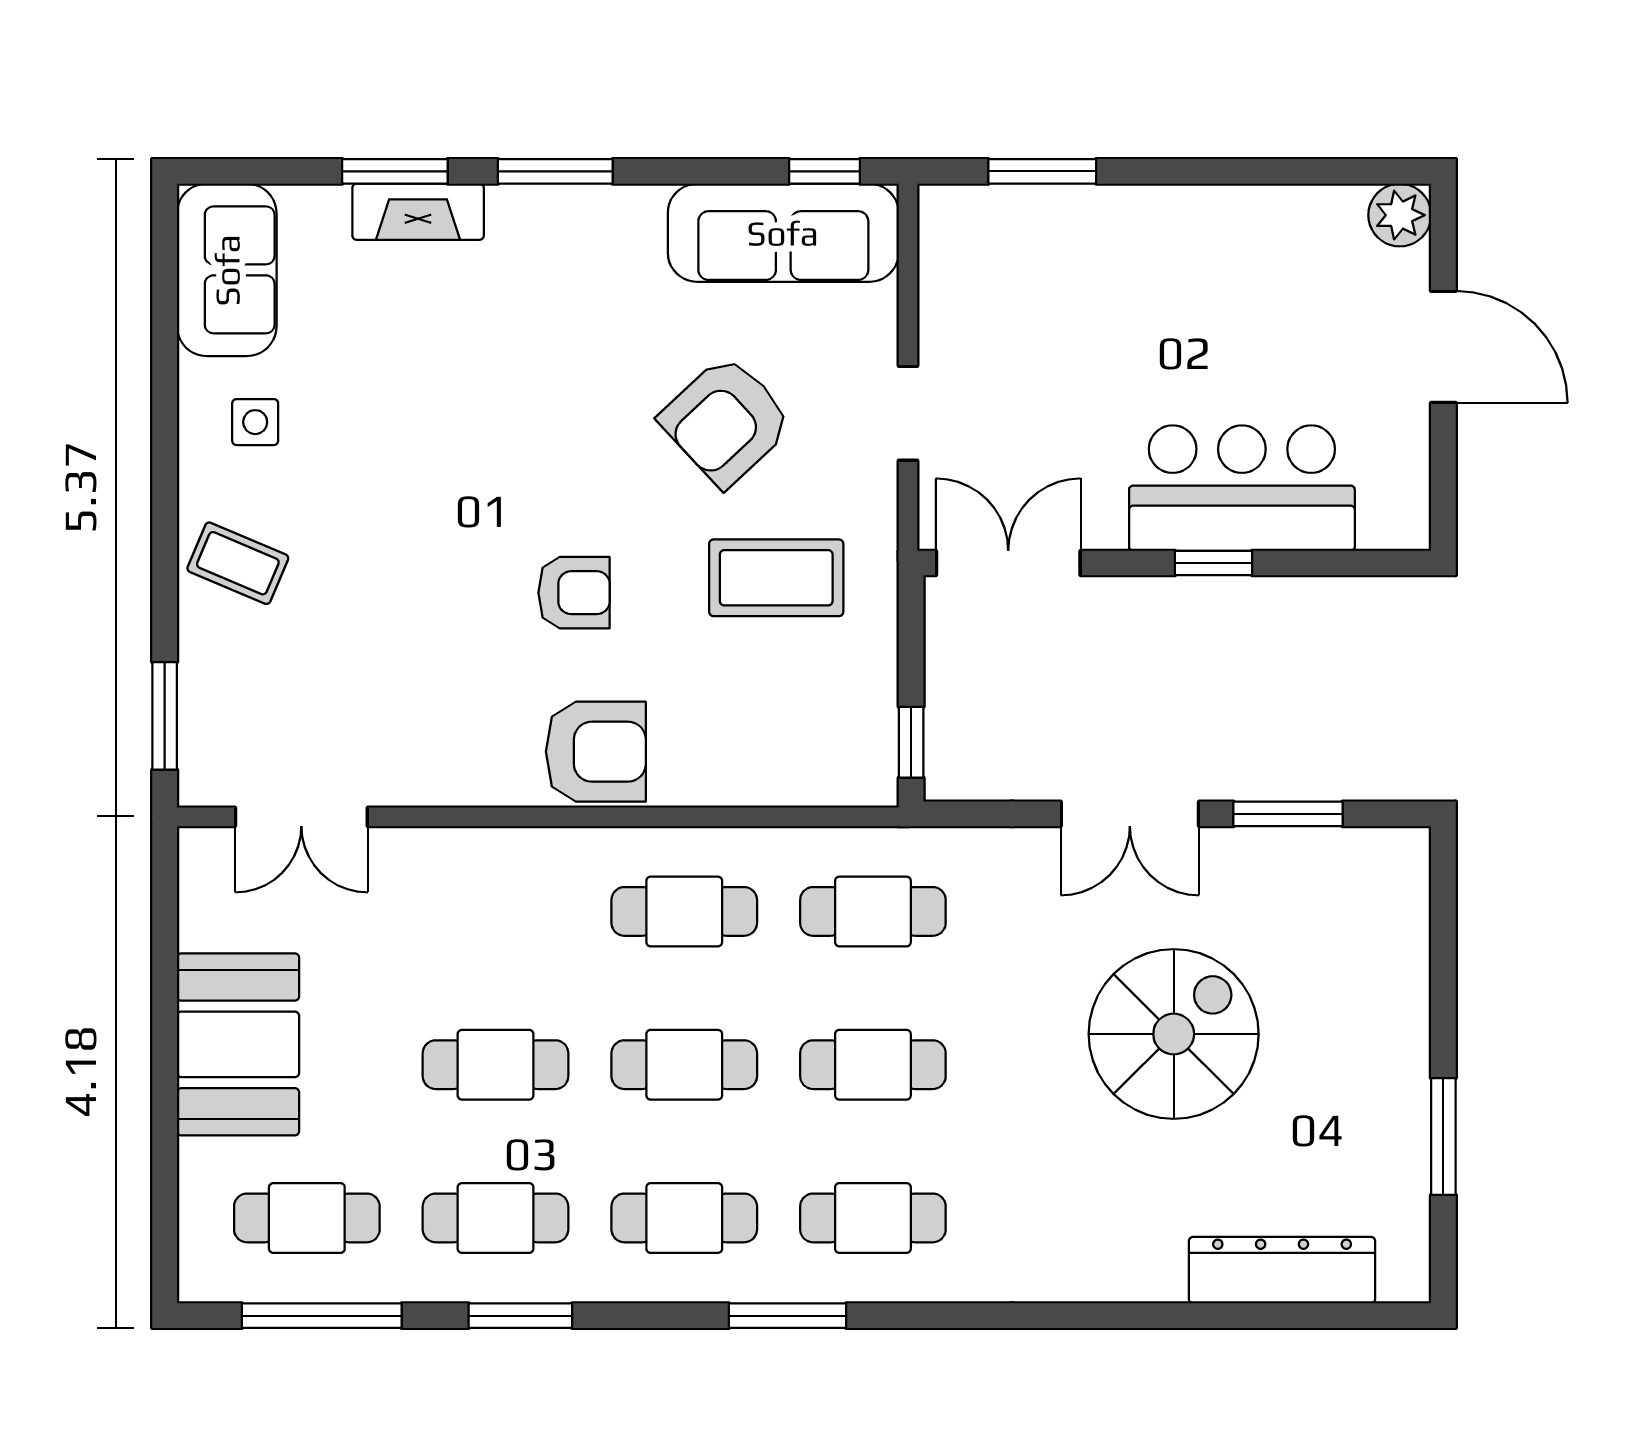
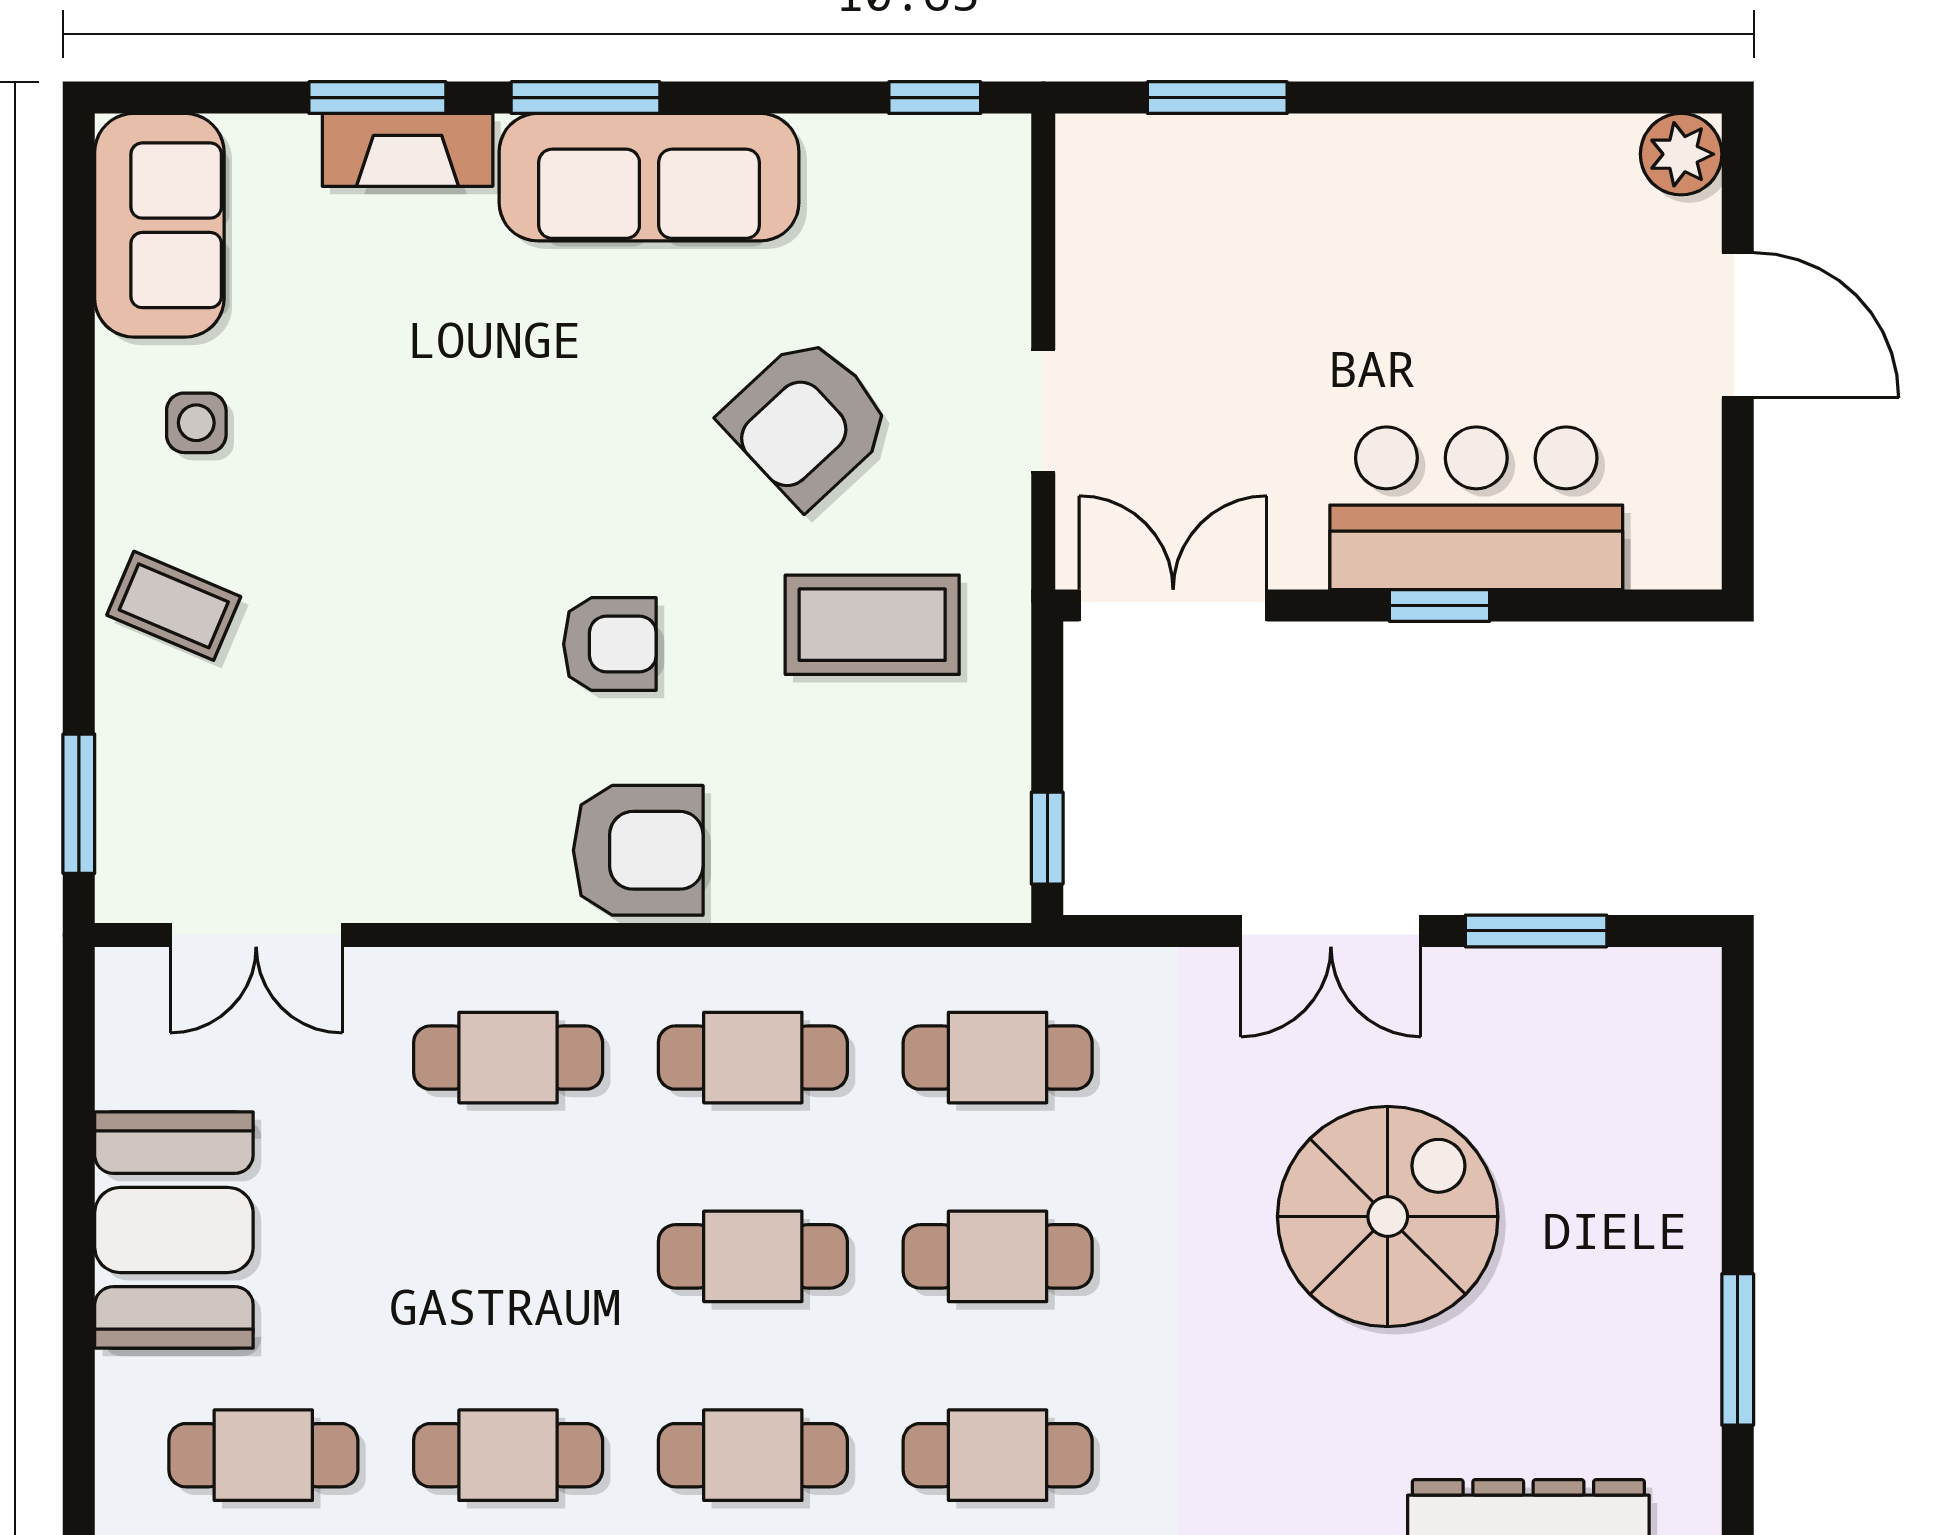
sofa: (783, 233) -> (649, 177), moved
cafe table: (496, 1065) -> (508, 1058), moved

